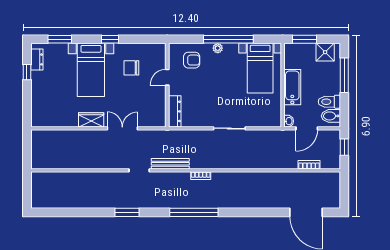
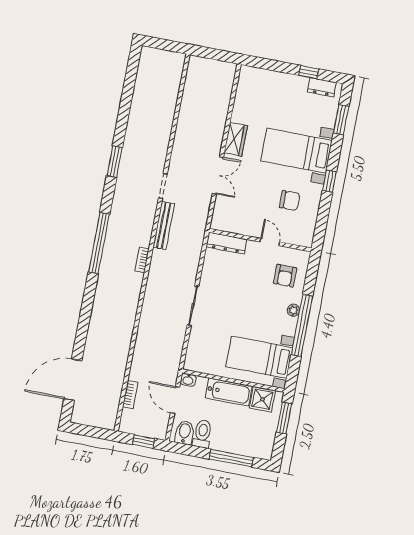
shower: (325, 52) -> (262, 399), moved
chair: (131, 68) -> (290, 200), turned 90

